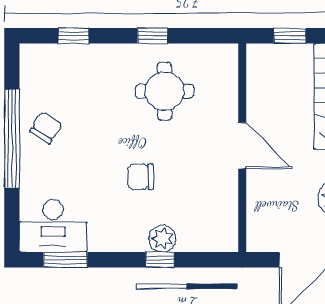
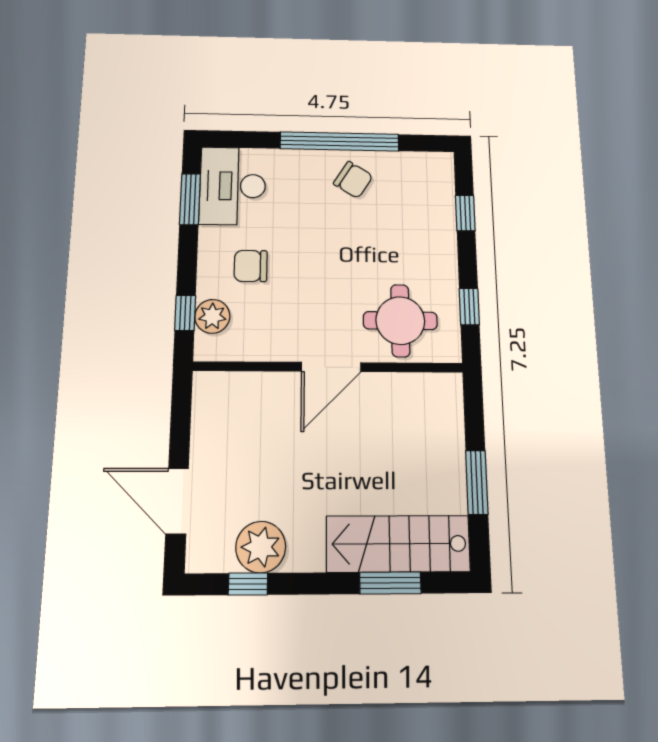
window: (290, 36) -> (477, 482), width x1.50
door: (242, 146) -> (331, 367), moved
wall: (242, 148) -> (329, 367), moved
chair: (141, 177) -> (251, 266), moved, turned -90

